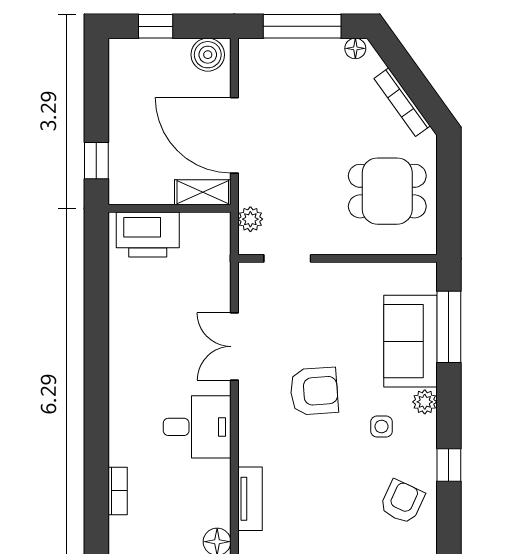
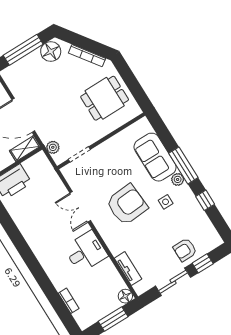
floor lamp: (355, 48) -> (51, 52), width x1.89, depth x1.89
window: (449, 327) -> (183, 165), moved
armchair: (314, 391) -> (127, 205), width x1.36, depth x1.36
armchair: (402, 502) -> (185, 250), moved, turned -115

